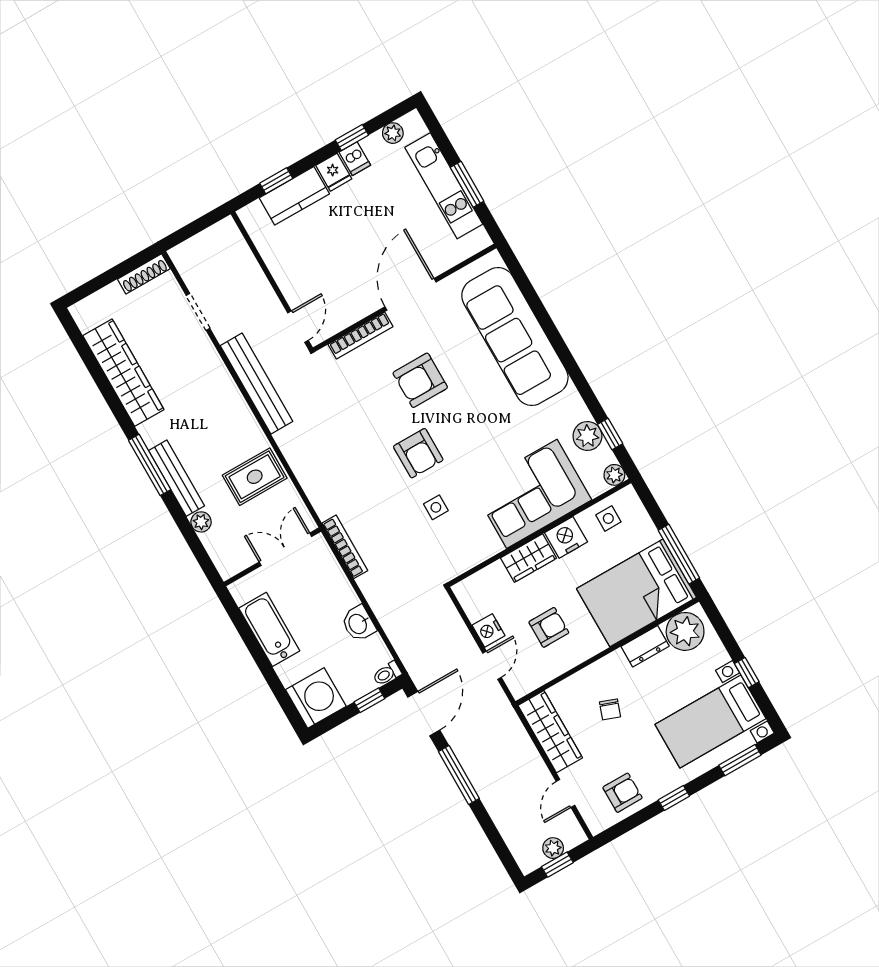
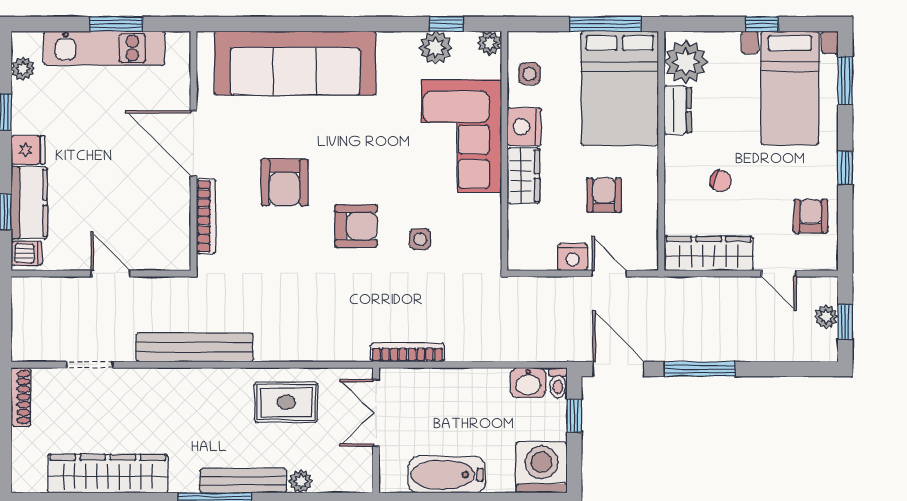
dishwasher: (355, 159) -> (27, 253), moved
door: (298, 327) -> (111, 273), moved
rug: (255, 477) -> (286, 402), turned 90
washbasin: (358, 624) -> (528, 383), moved

